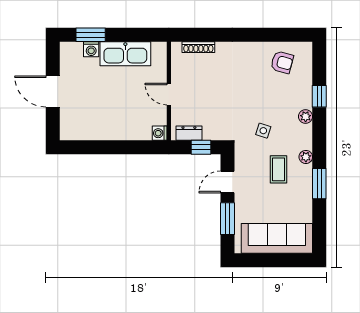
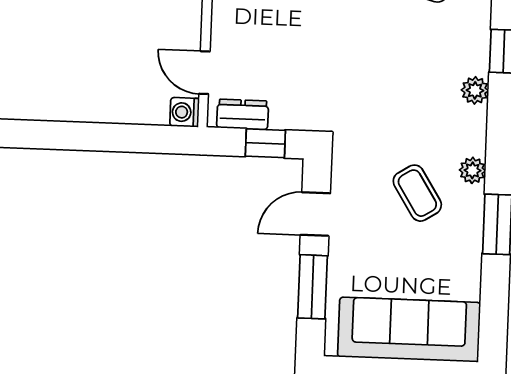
door: (169, 94) -> (204, 73), moved
side table: (263, 131) -> (390, 115), removed
coffee table: (278, 169) -> (417, 193), turned -32

